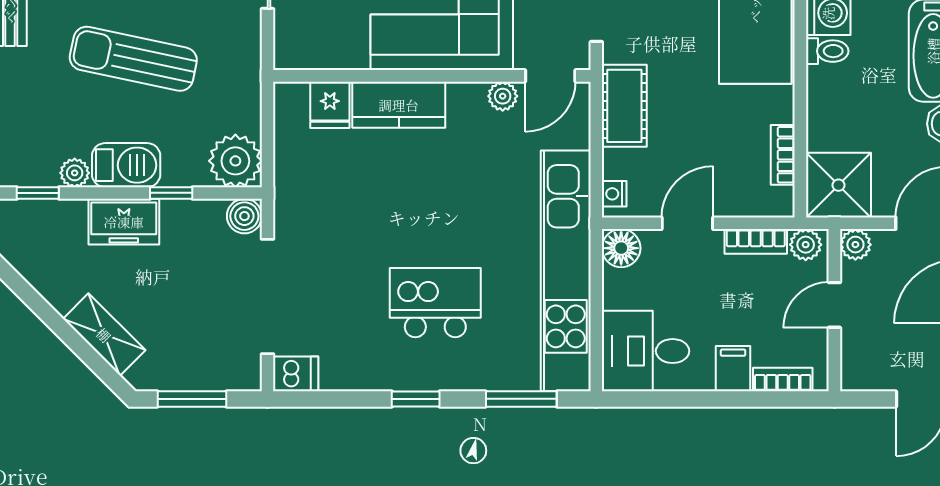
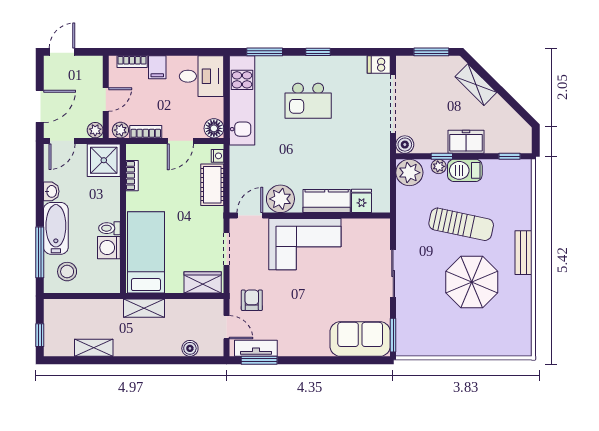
plant: (503, 96) -> (280, 199), width x1.88, depth x1.88
cot: (624, 106) -> (212, 185), moved
plant: (75, 173) -> (439, 166), moved
kitchen unit: (566, 271) -> (242, 100), width x0.73

